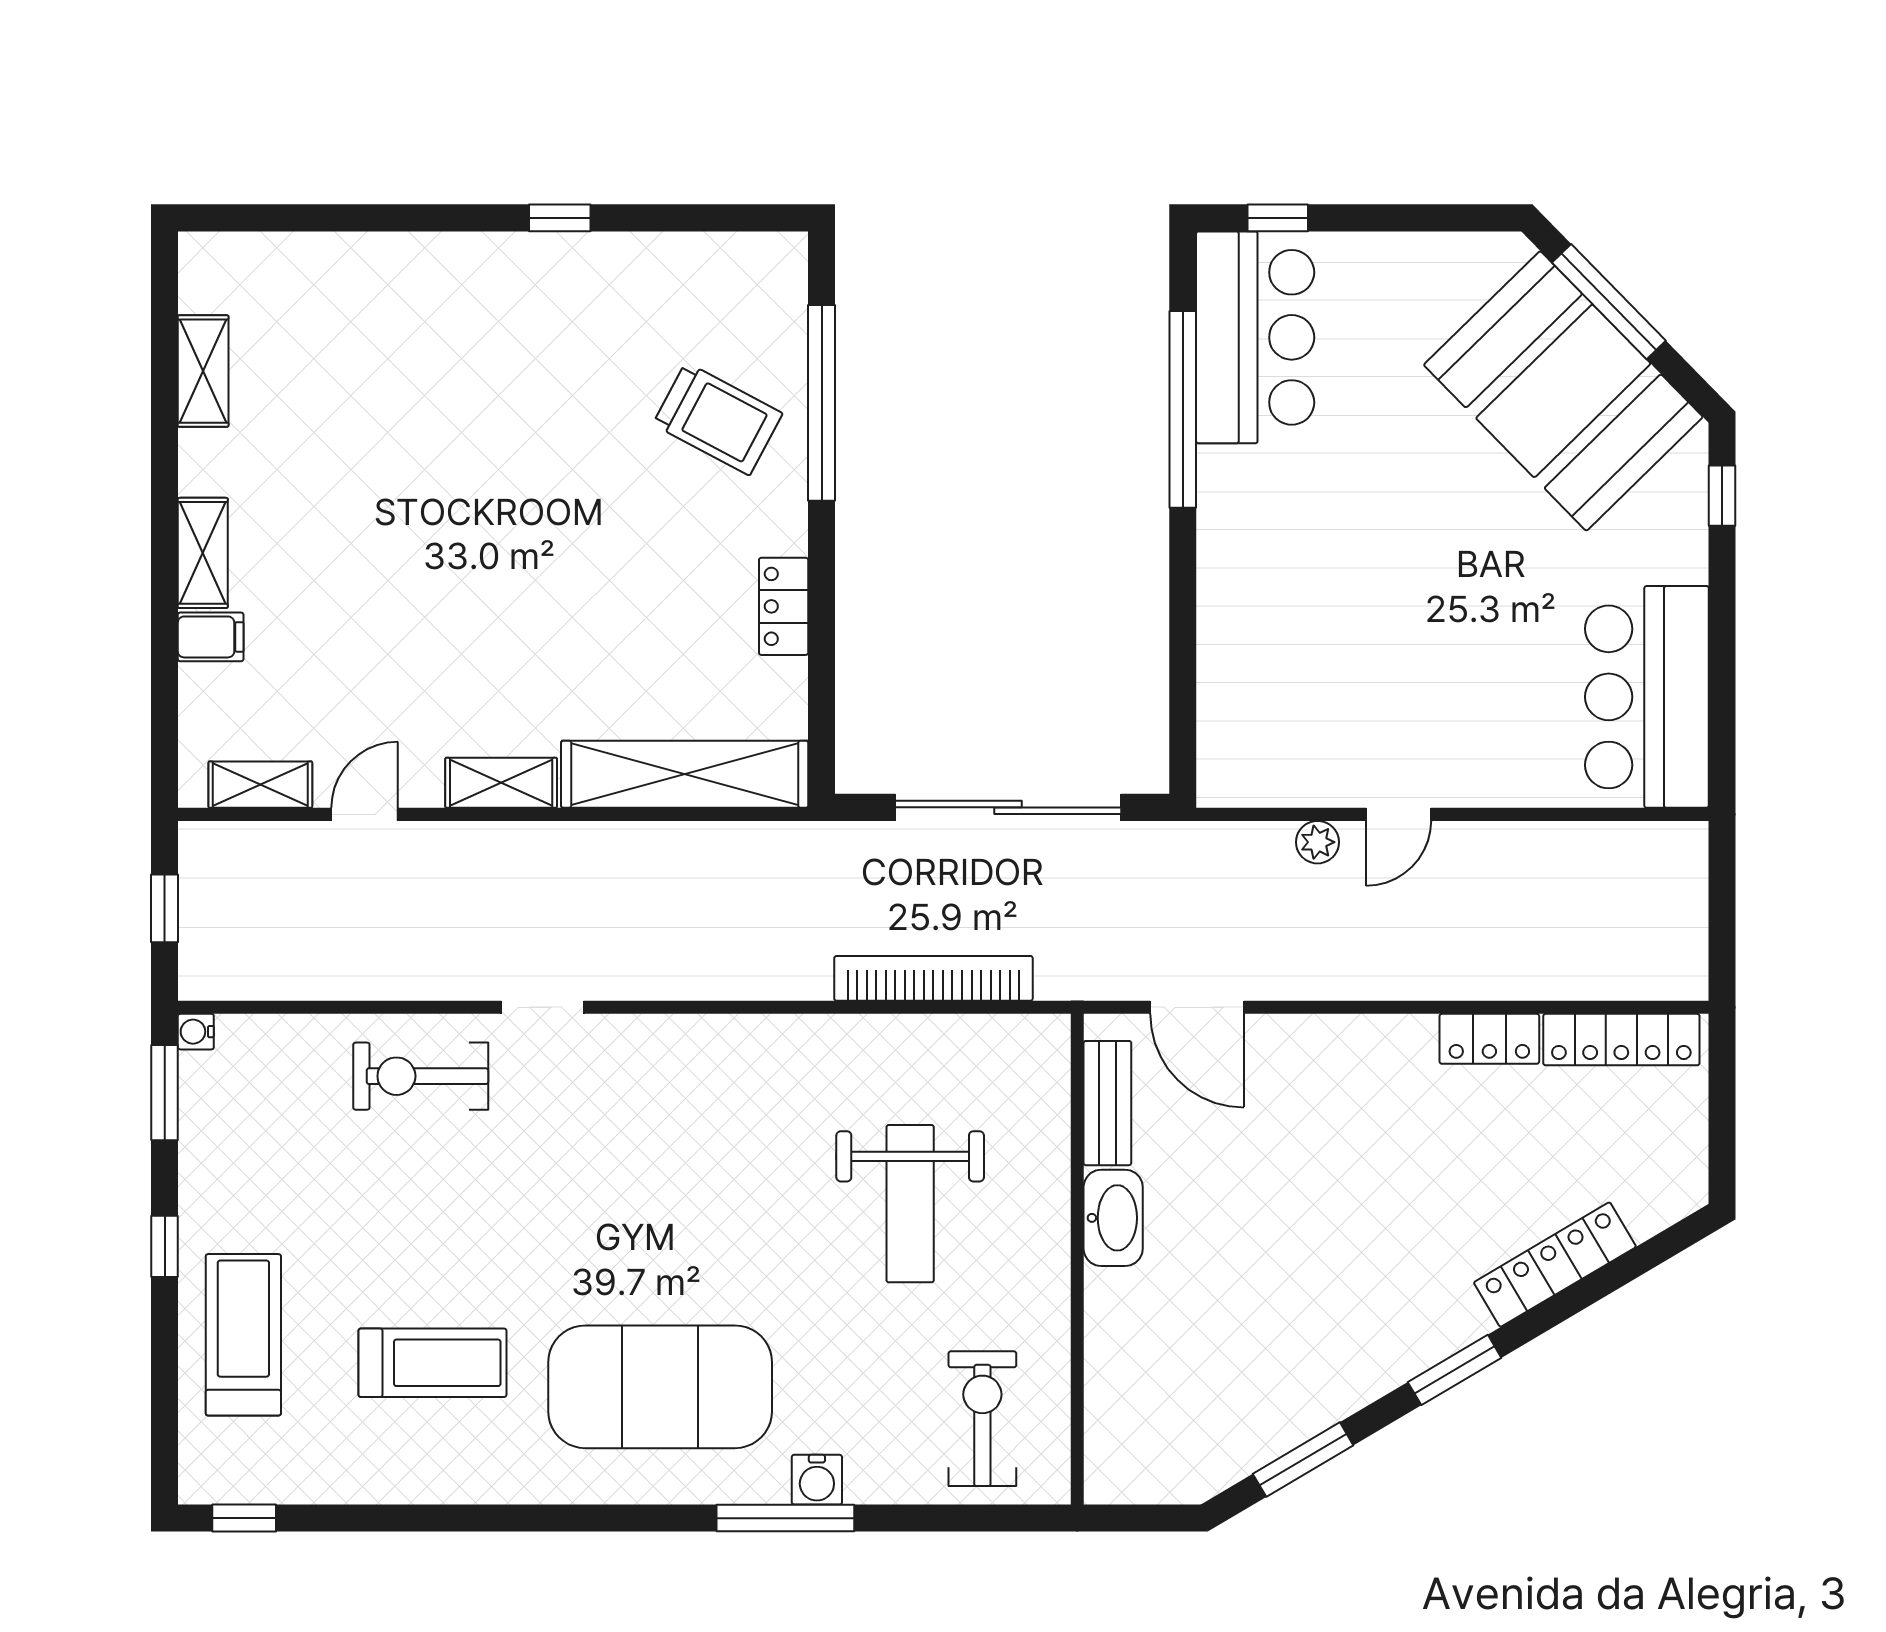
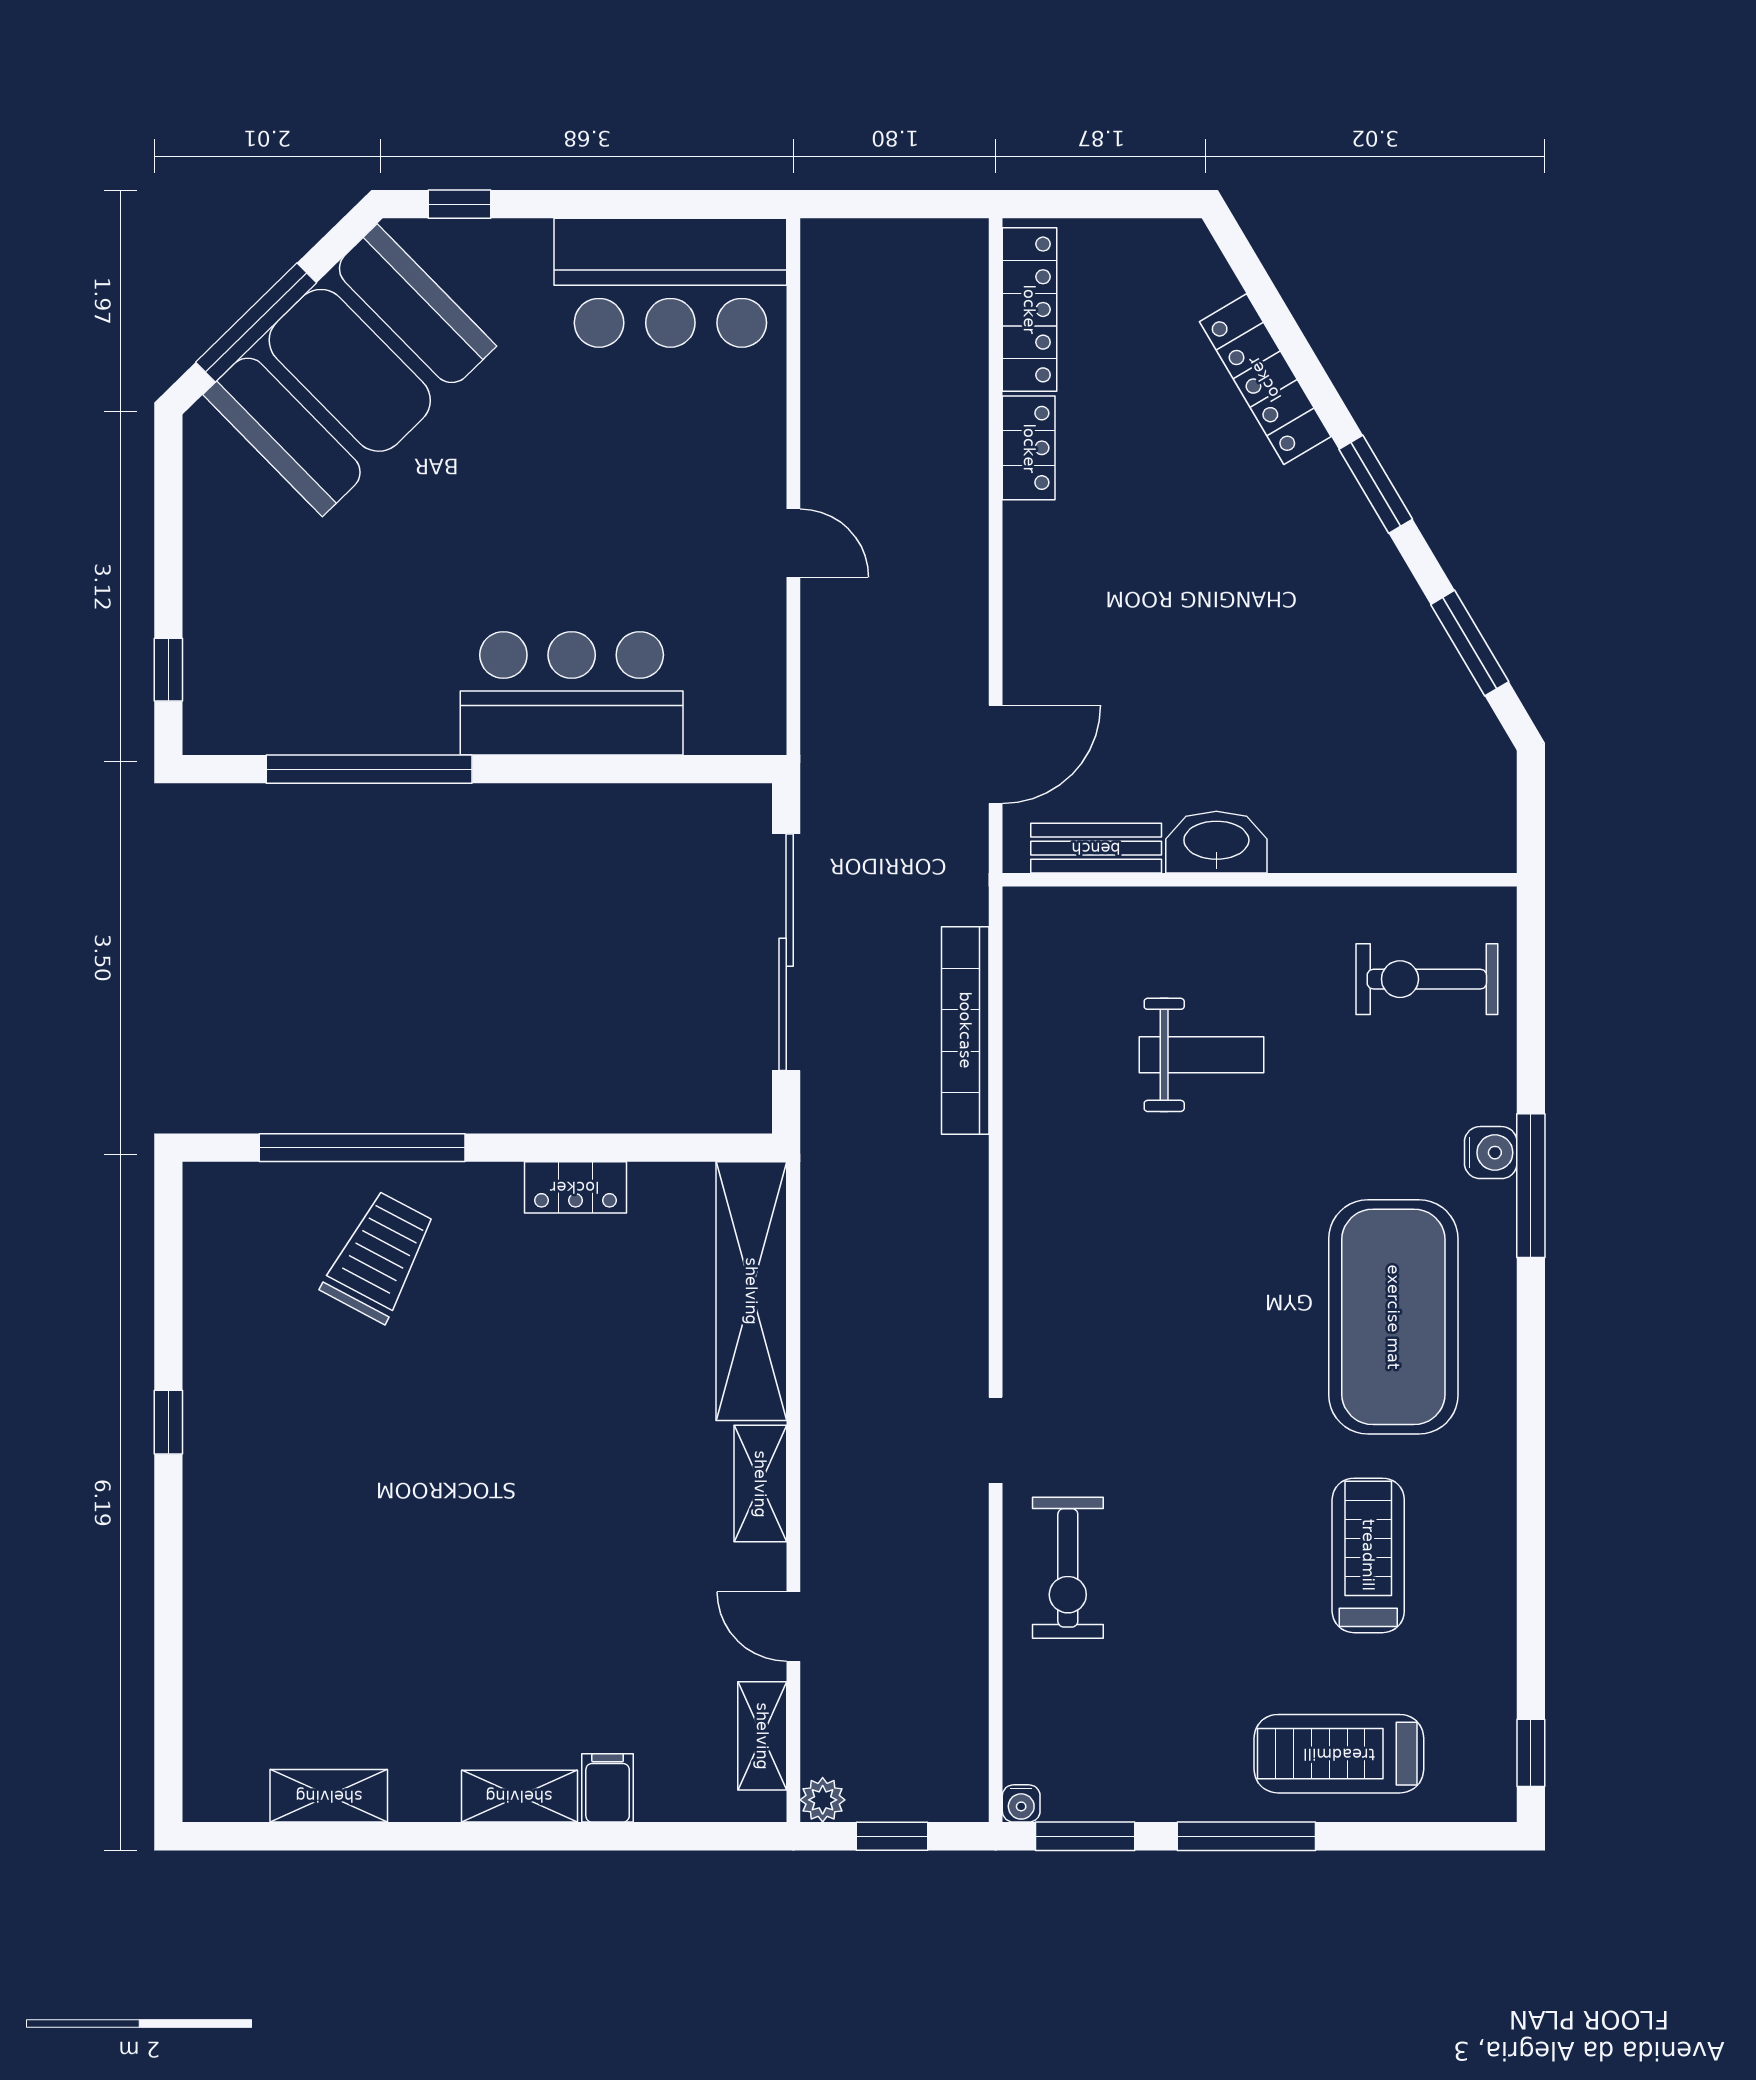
bar counter: (1255, 337) -> (572, 693), moved
plant: (1318, 842) -> (823, 1800), moved
weight bench: (910, 1204) -> (1201, 1055), width x0.73, depth x0.75
window: (165, 1246) -> (1246, 1836), width x2.17

